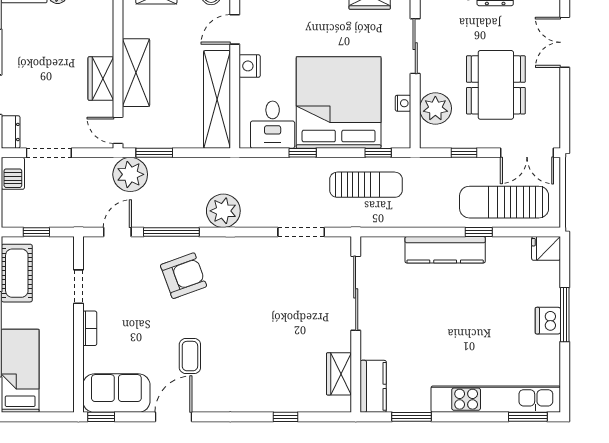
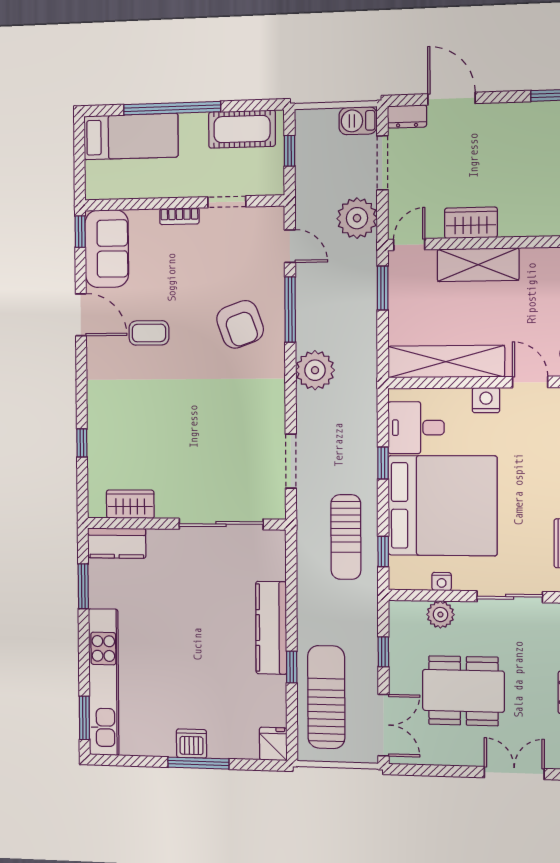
plant: (435, 108) -> (440, 615), width x0.73, depth x0.73
double door: (527, 153) -> (384, 725), swing flipped
plant: (130, 174) -> (357, 218), moved

